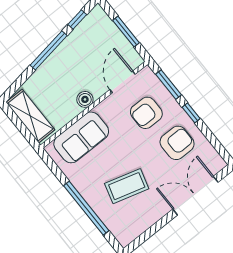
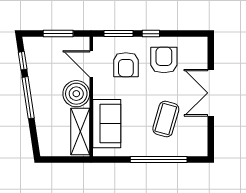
boiler: (85, 99) -> (76, 94), width x1.86, depth x1.86
shelving: (30, 116) -> (80, 132), moved, turned 90
double door: (195, 196) -> (211, 93), moved

